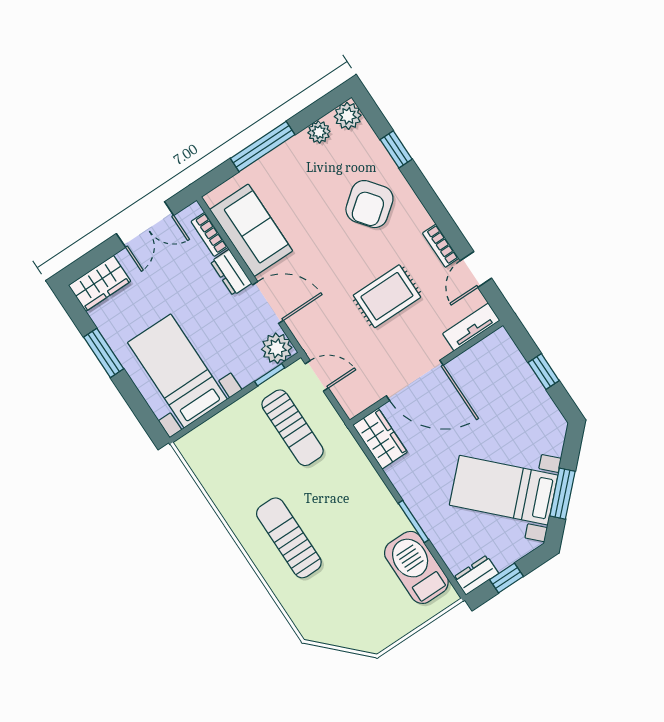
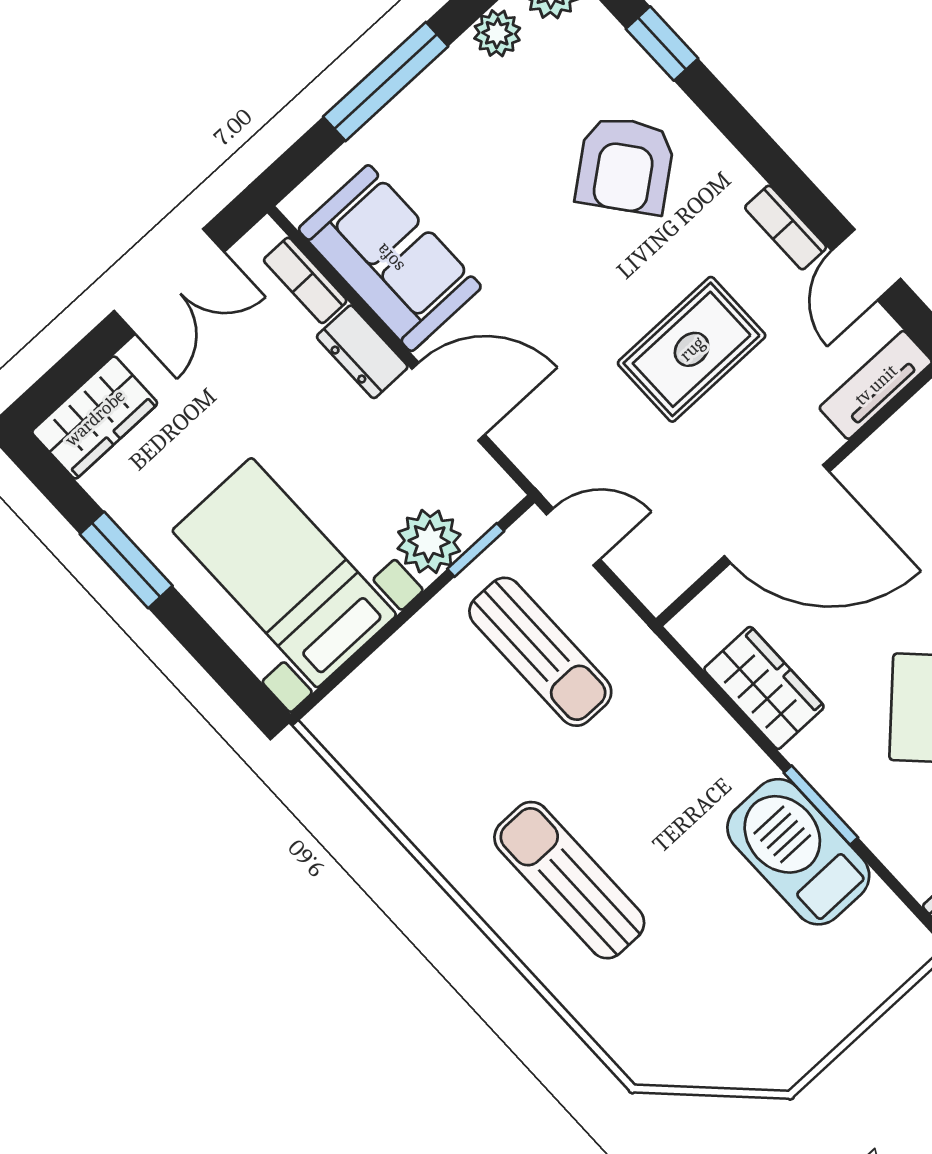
plant: (277, 348) -> (429, 541), moved
wardrobe: (380, 439) -> (764, 688), moved
barbecue: (416, 567) -> (798, 852), moved

